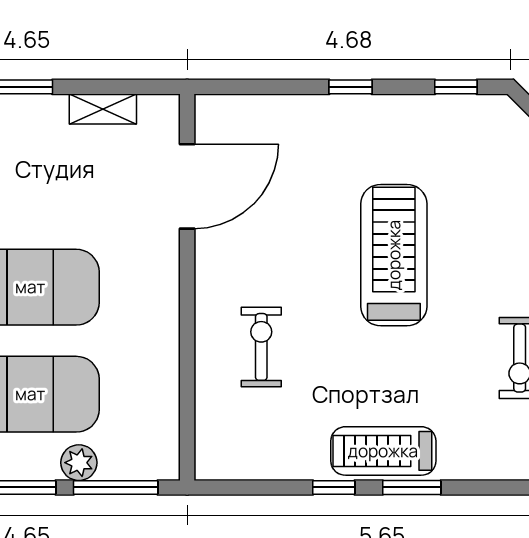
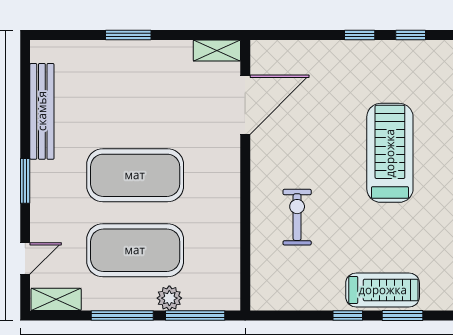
window: (456, 87) -> (411, 35), moved
shelving: (103, 109) -> (217, 50), moved
treadmill: (383, 451) -> (383, 290), turned 180

